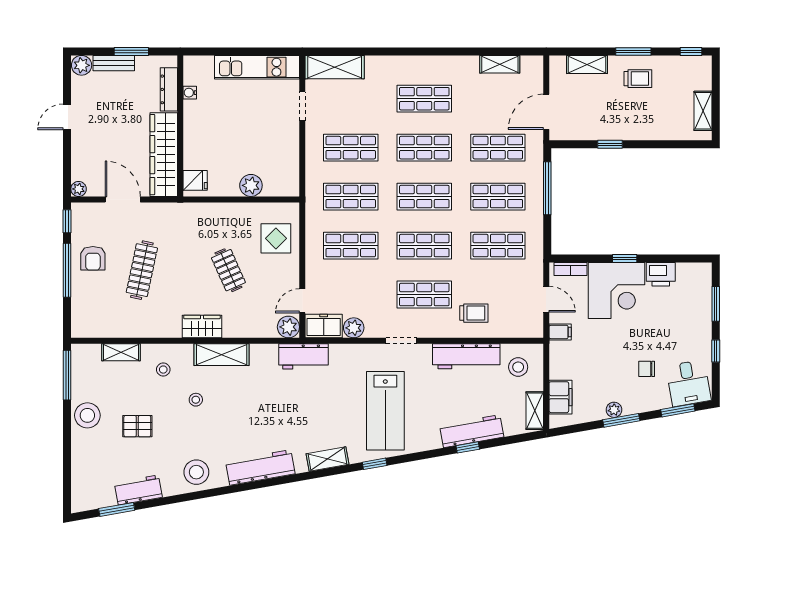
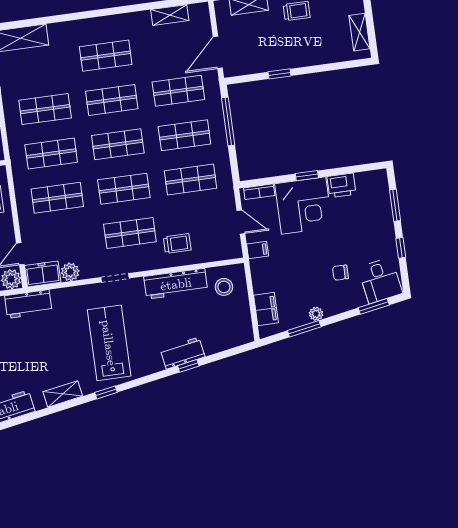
lab bench: (385, 411) -> (109, 343), turned 180
shelving: (535, 411) -> (244, 324), removed
window: (621, 420) -> (304, 329), moved
workbench: (472, 431) -> (183, 353), width x0.73

